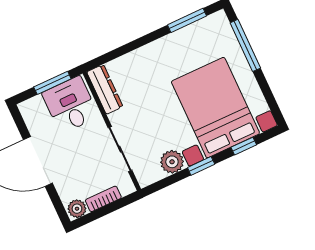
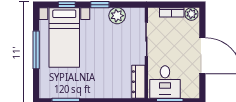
window: (245, 45) -> (36, 50), moved
bed with nightstands: (215, 108) -> (64, 37), width x0.73

